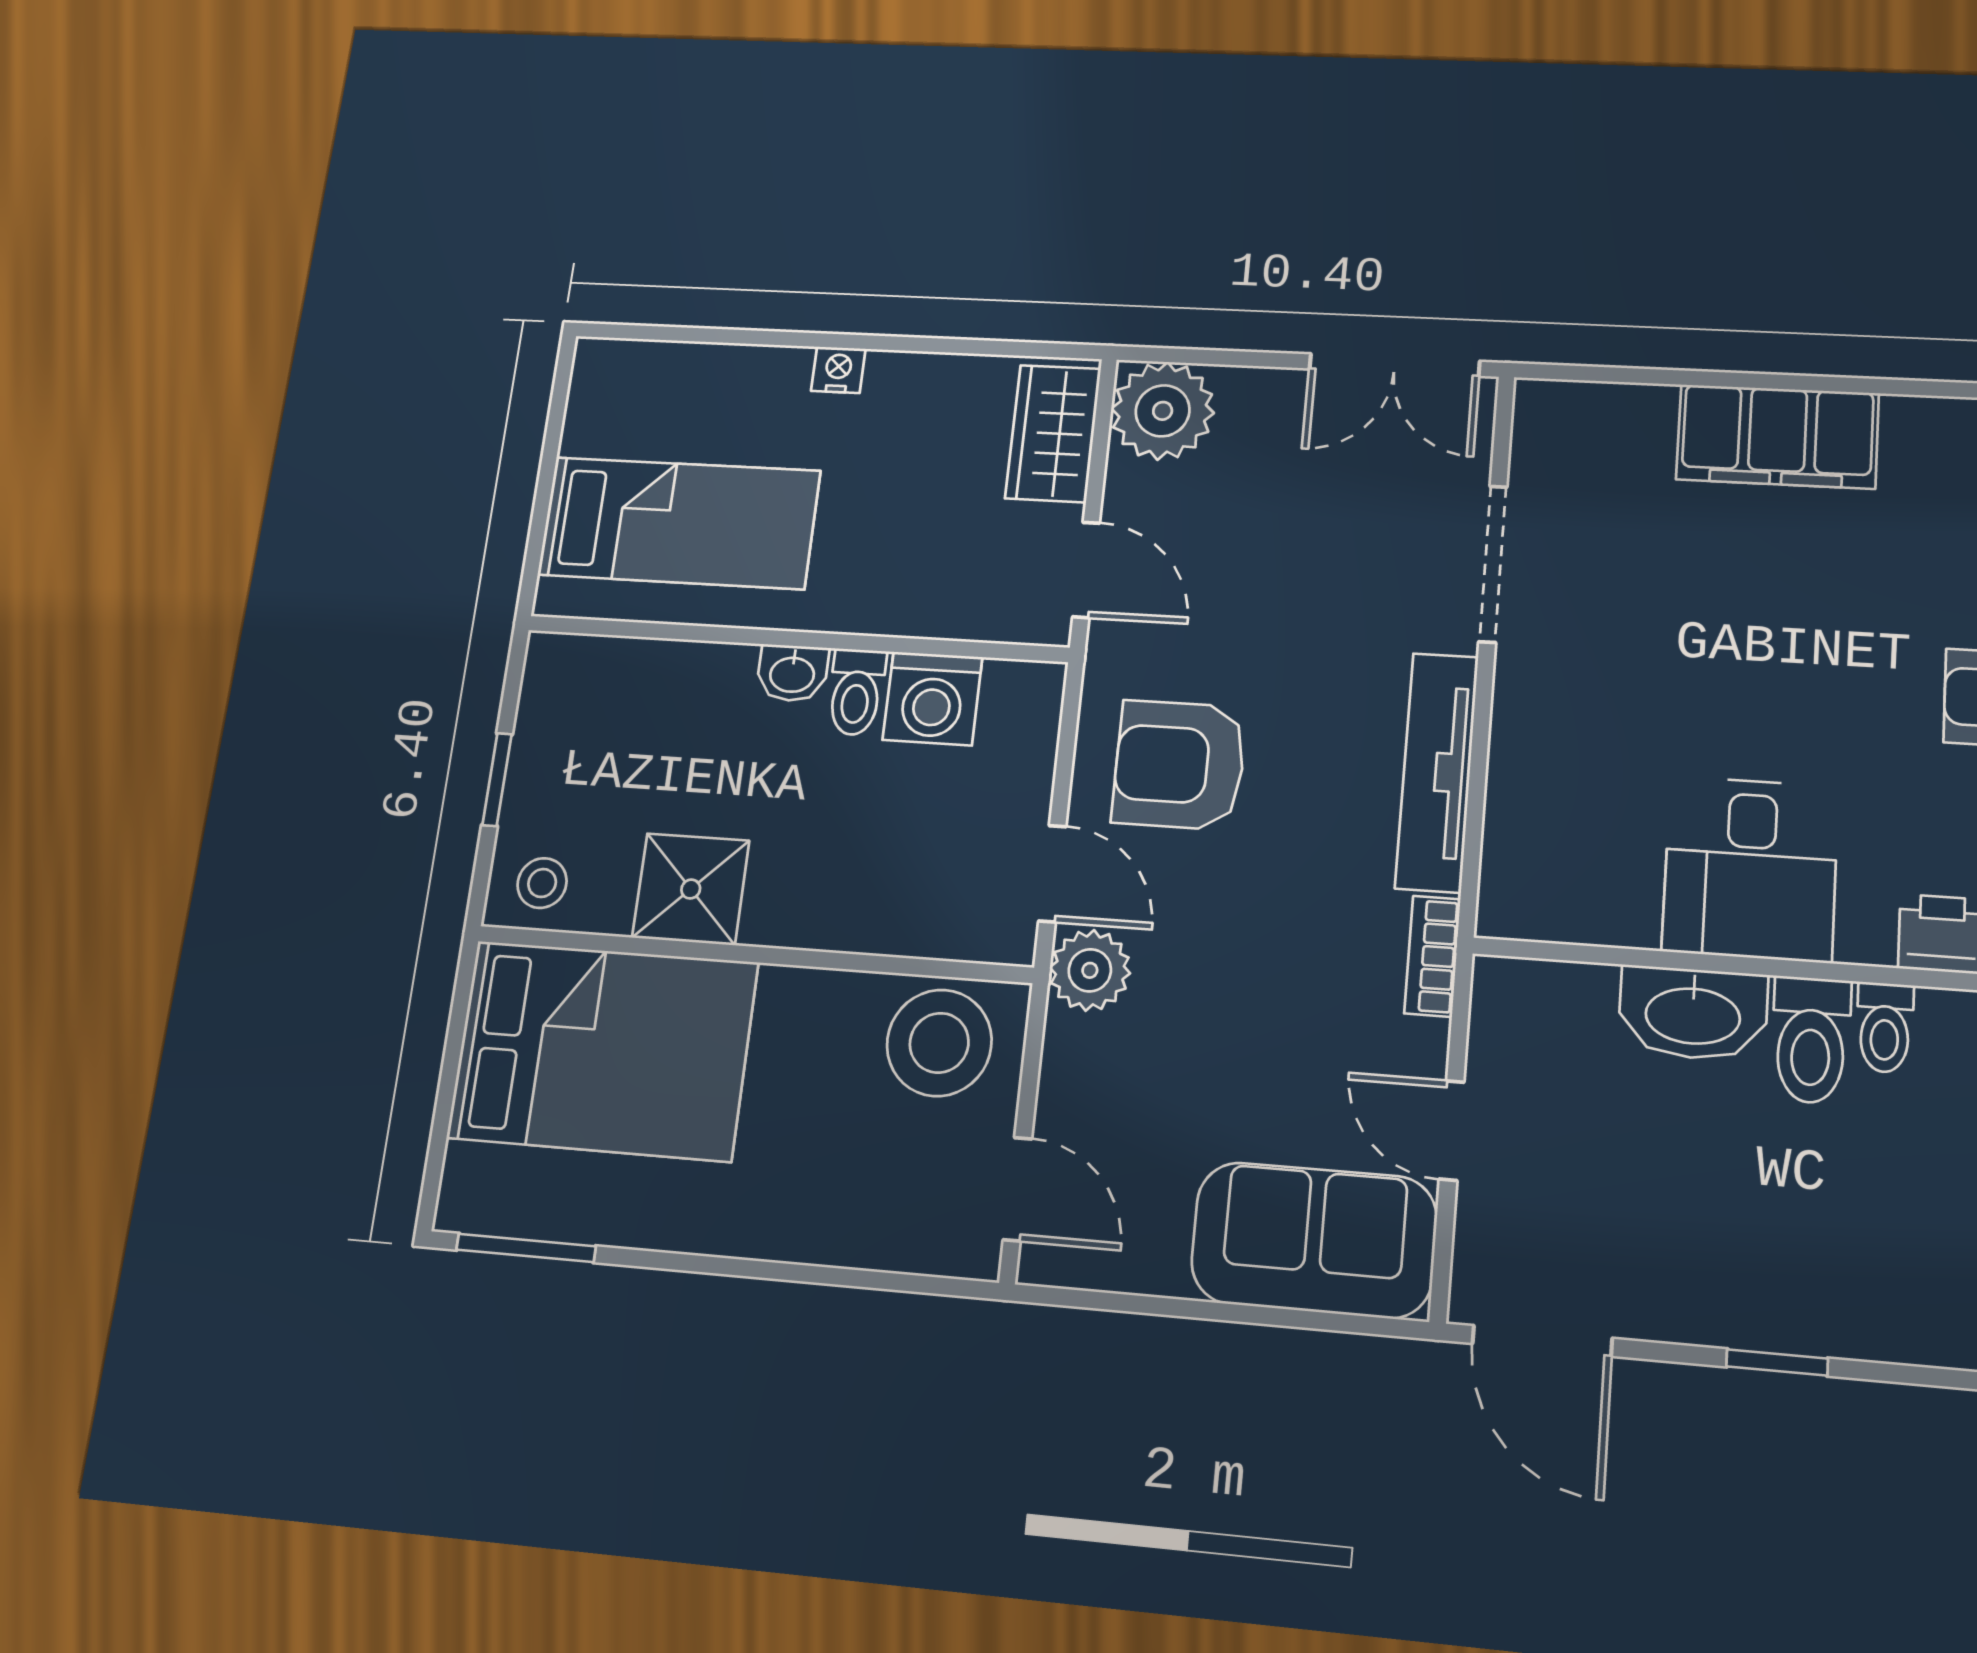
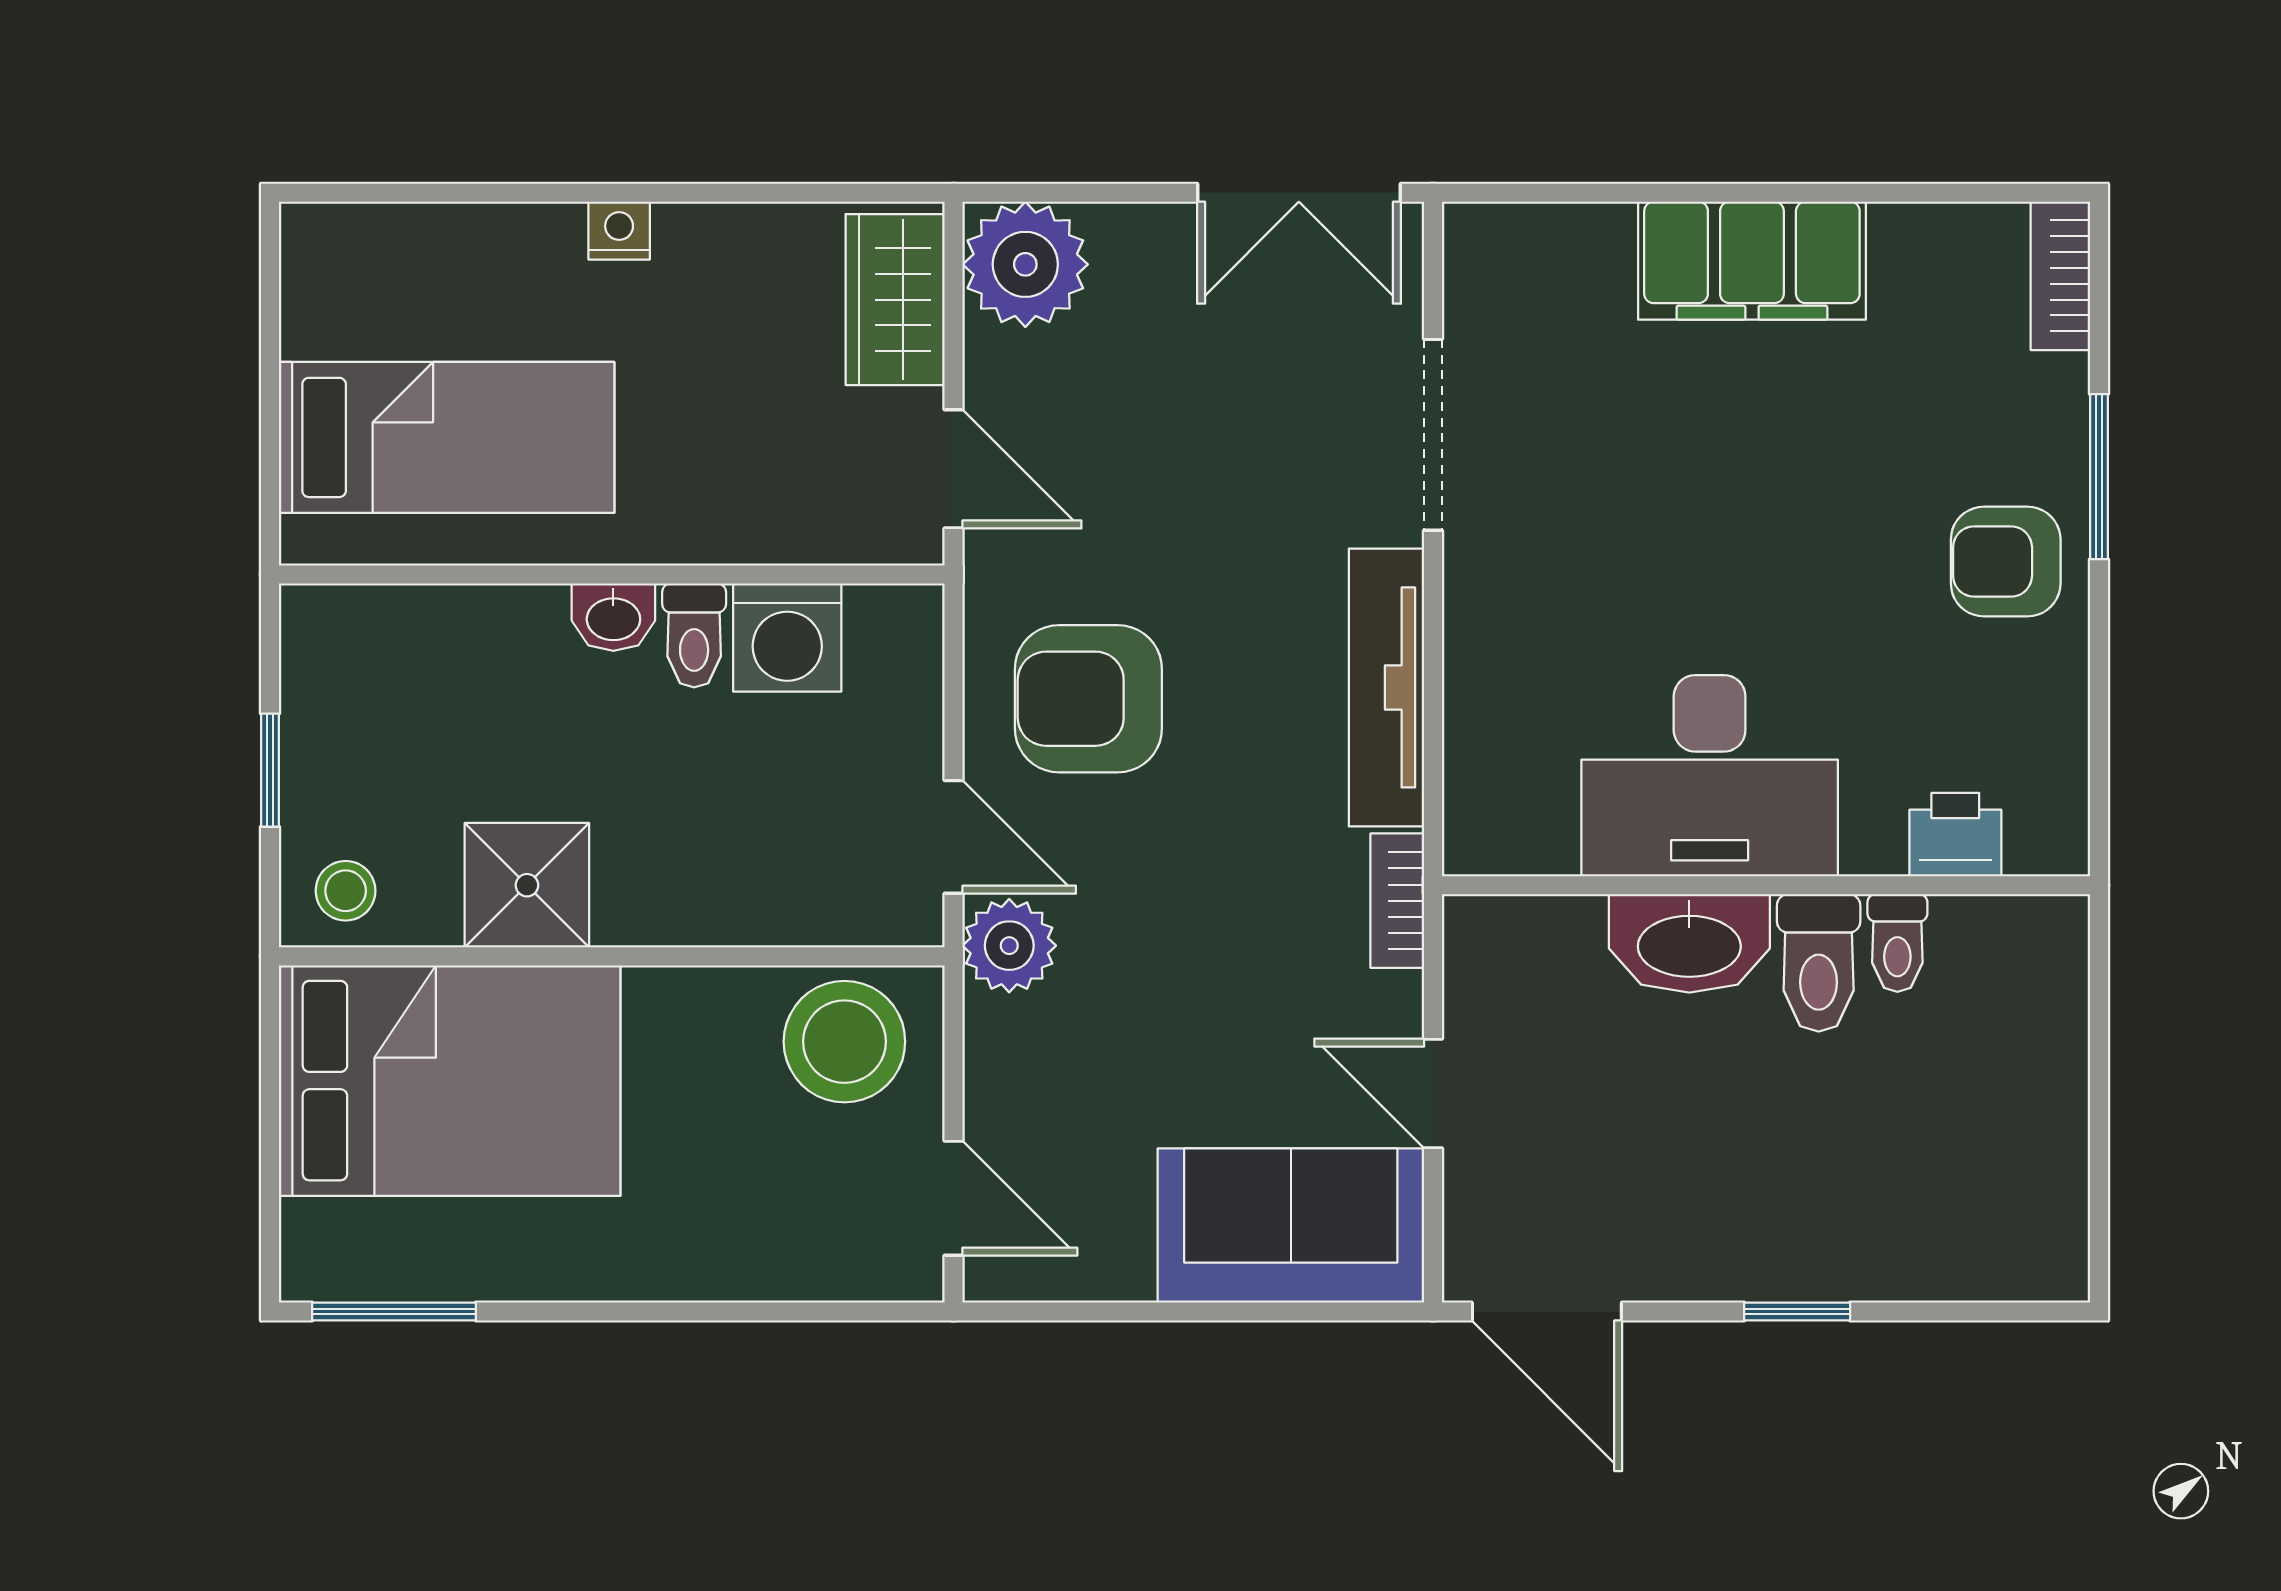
desk: (1750, 869) -> (1710, 776), width x1.37

